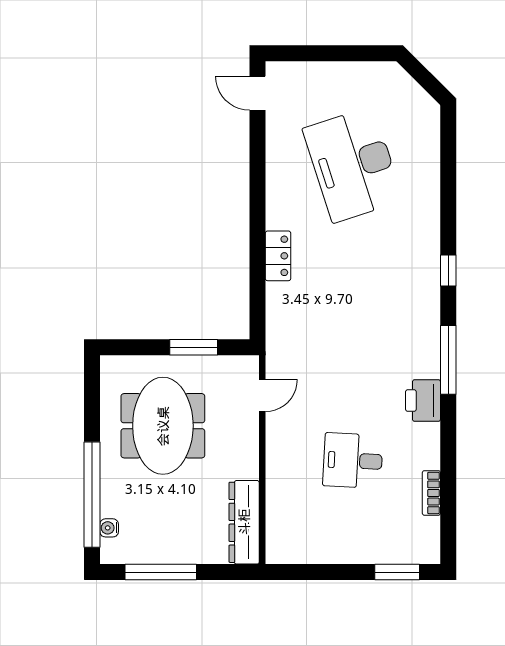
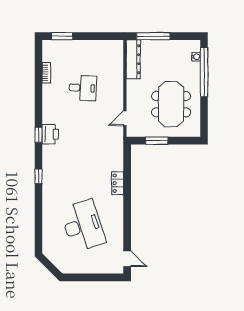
window: (448, 360) -> (38, 135), width x0.46
printer: (423, 401) -> (50, 134), moved
window: (161, 572) -> (153, 36), moved

